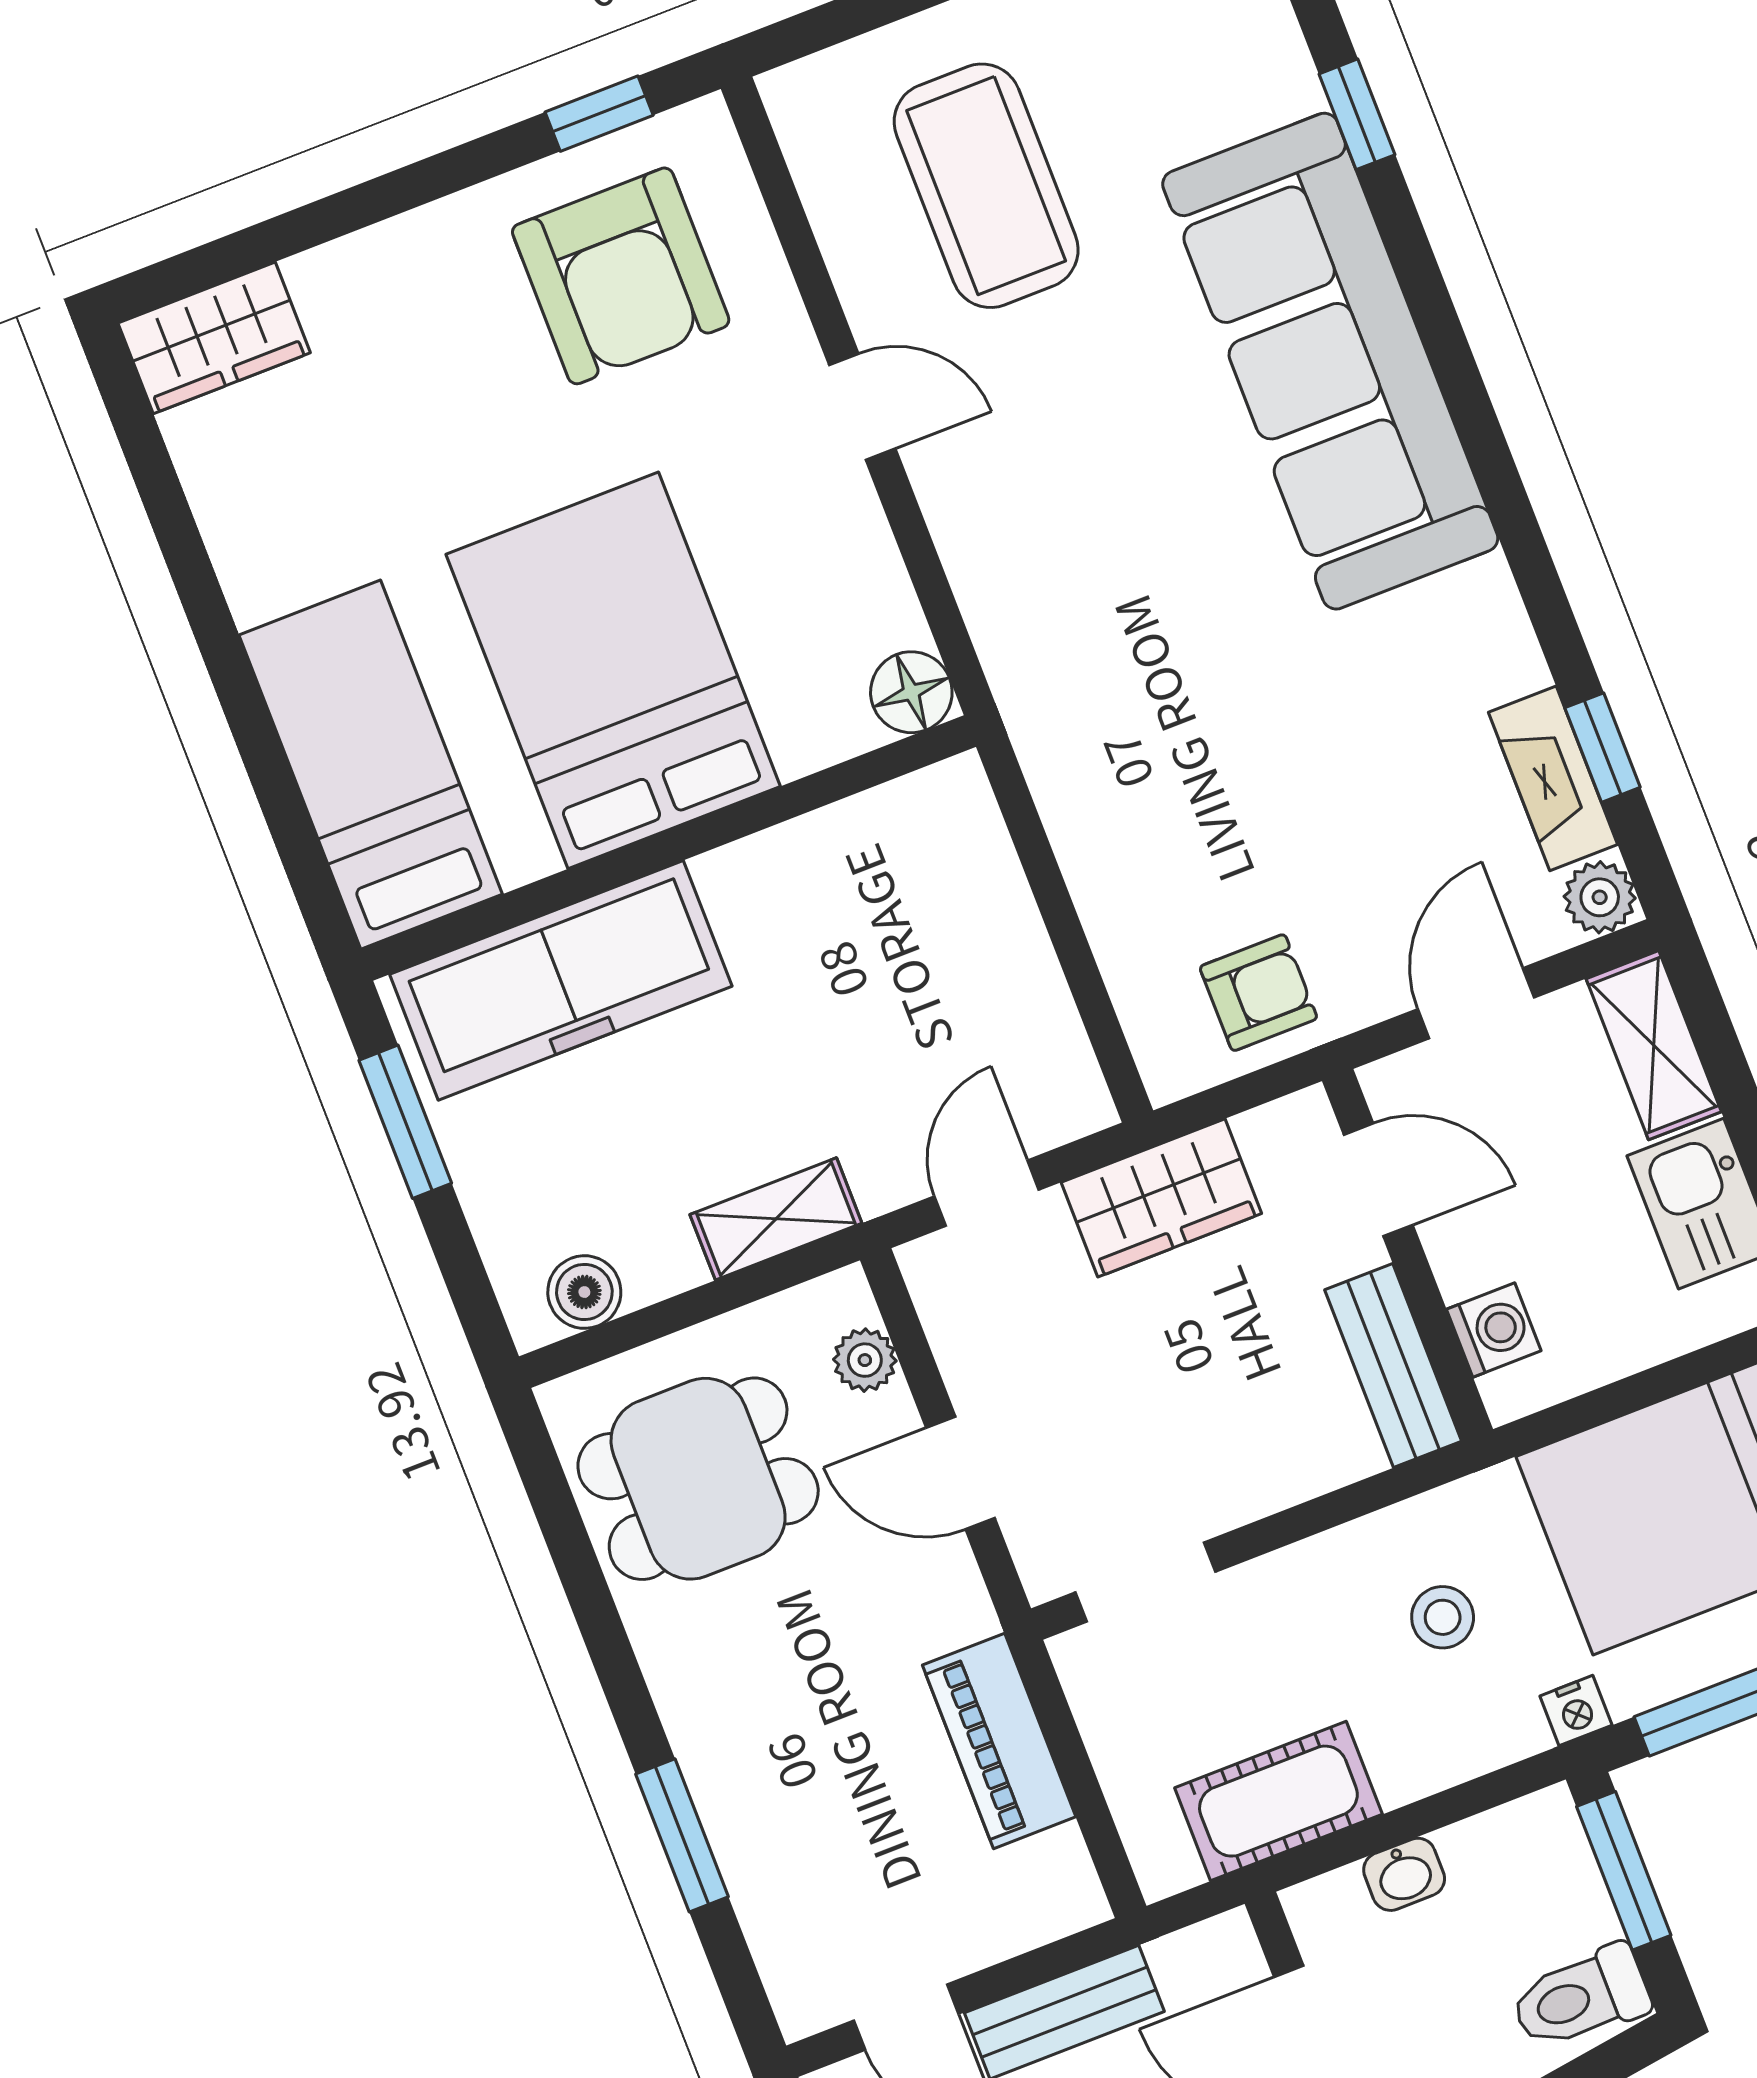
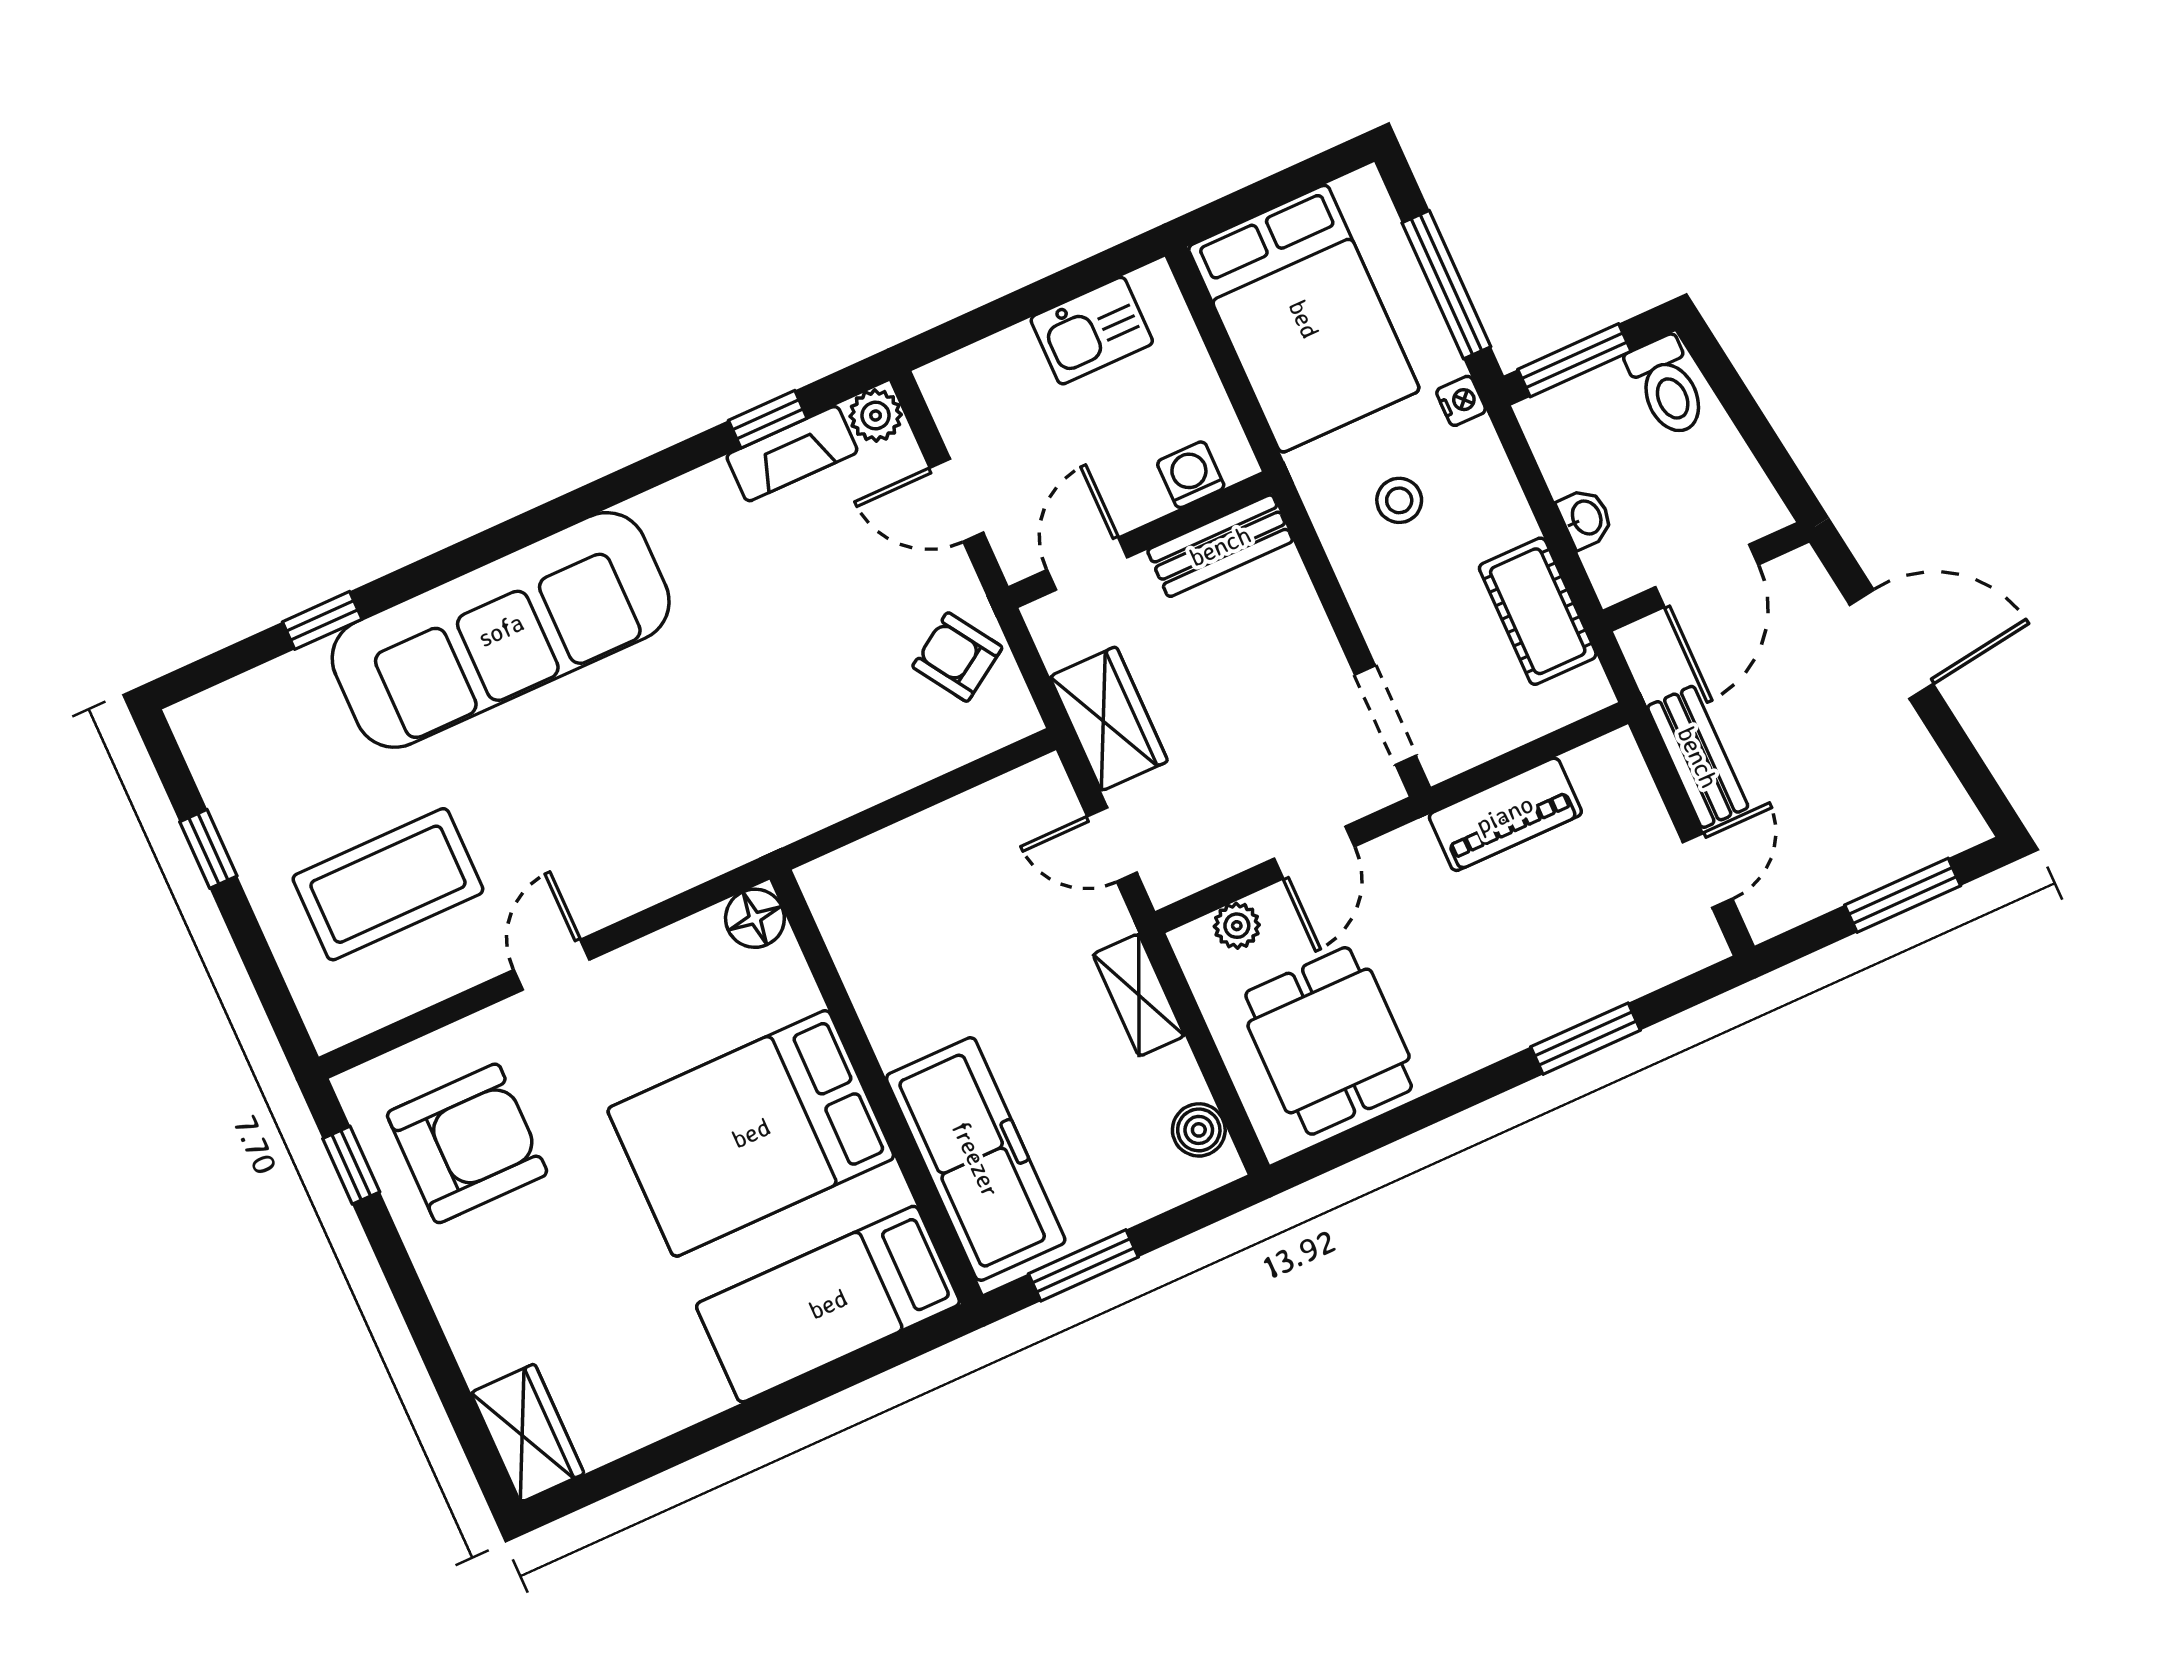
armchair: (1258, 993) -> (957, 657), turned -33
shelving: (1654, 1045) -> (980, 371), removed

